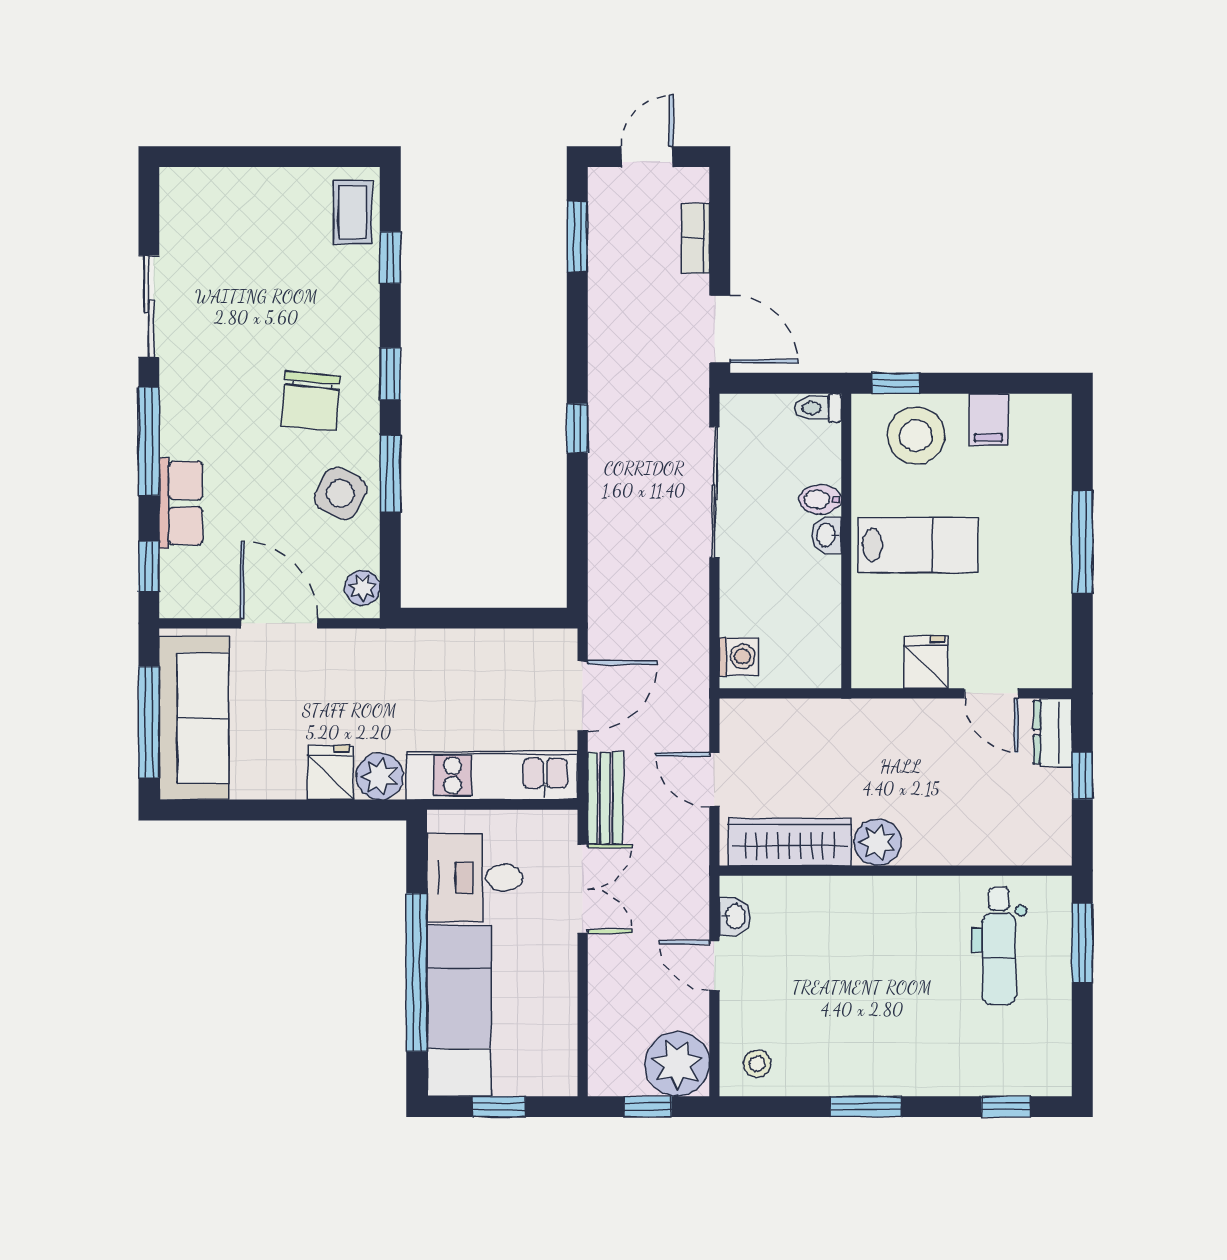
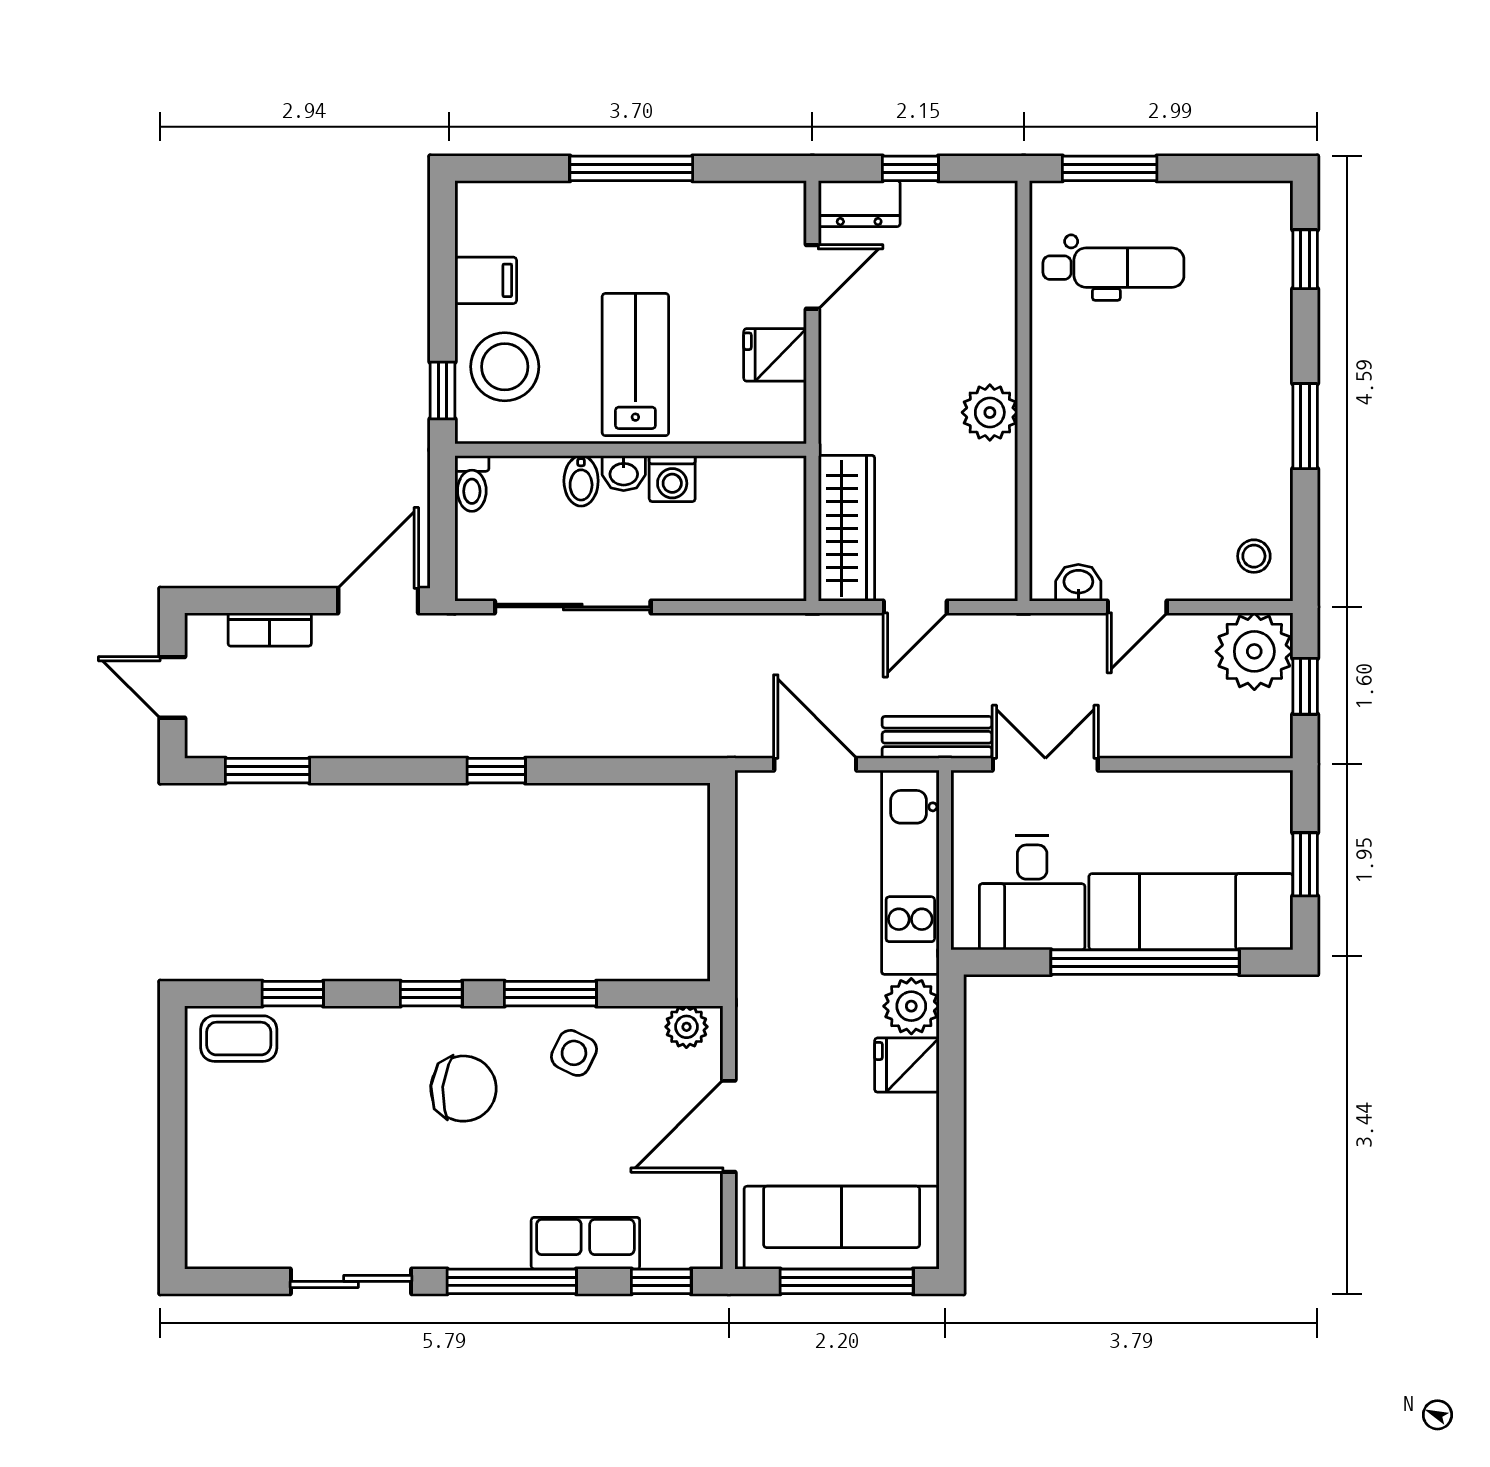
side table: (340, 494) -> (574, 1053), width x0.73, depth x0.73
washing machine: (739, 657) -> (672, 479), moved, turned 180
wardrobe: (790, 842) -> (846, 528), moved, turned 180

